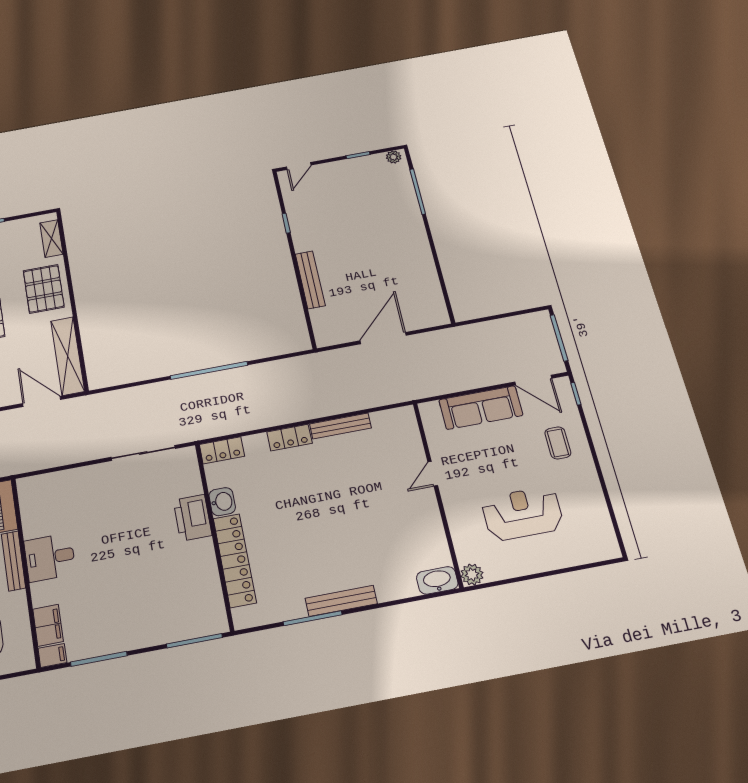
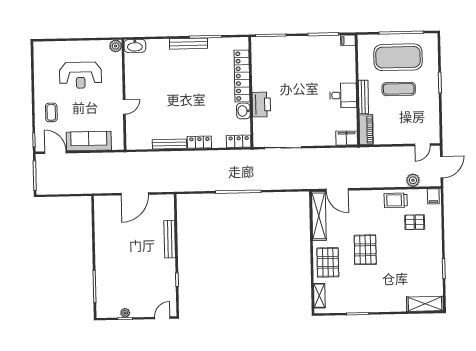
plant: (394, 157) -> (125, 313), moved
filing cabinet: (48, 625) -> (347, 138), moved, turned 90

